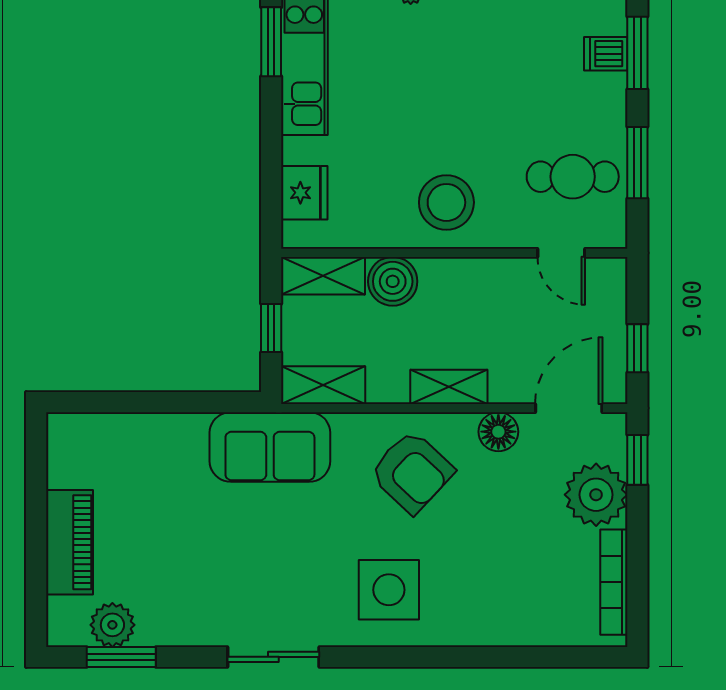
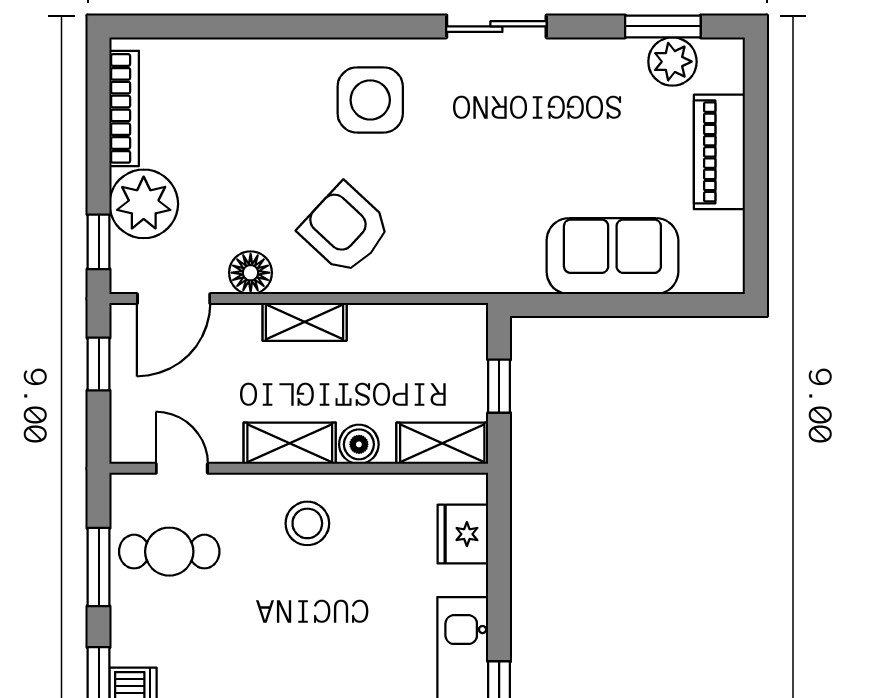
stool: (446, 202) -> (307, 523), width x0.73, depth x0.73
boiler: (393, 281) -> (359, 444), width x0.73, depth x0.73
shelving: (323, 385) -> (290, 443), moved
sofa: (270, 447) -> (612, 256), moved

